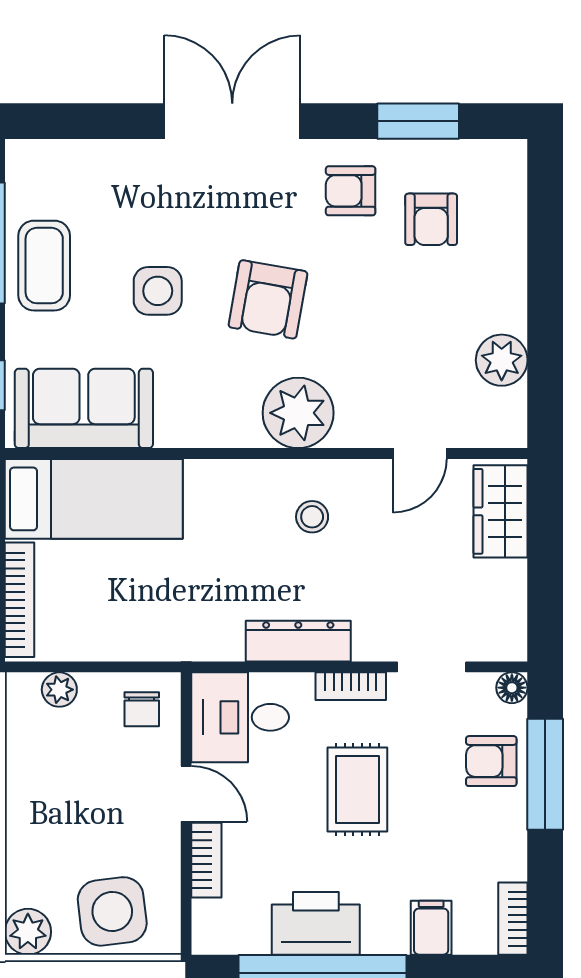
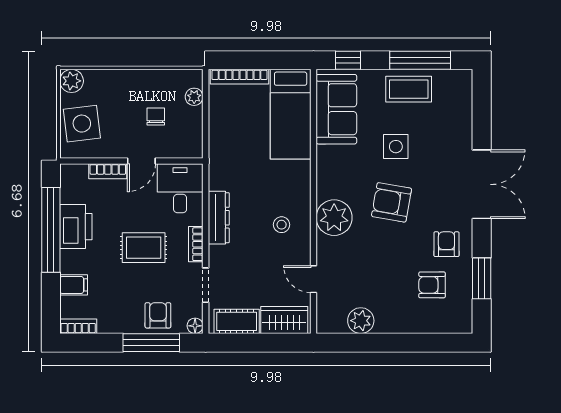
cot: (503, 606) -> (237, 321), added
chair: (142, 709) -> (156, 116), moved, turned 90

